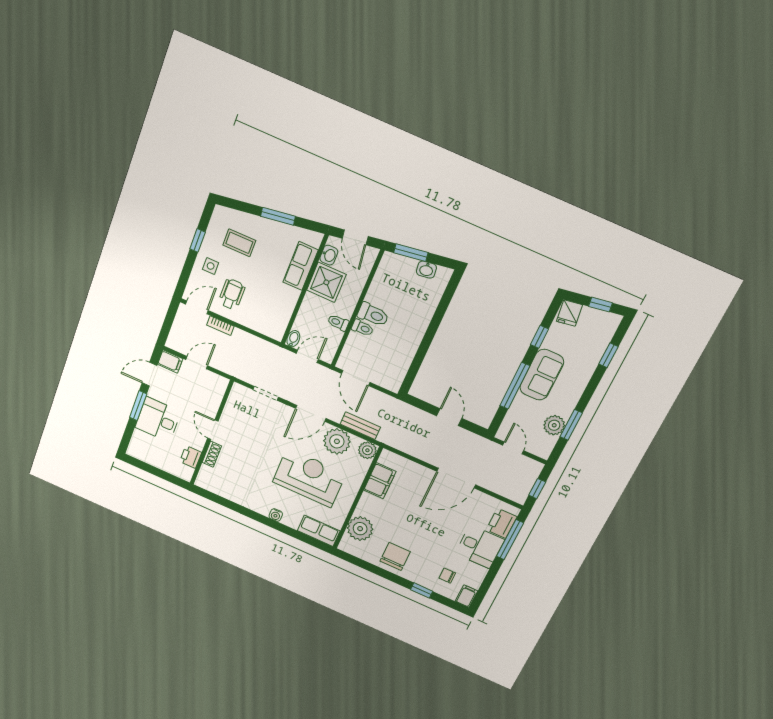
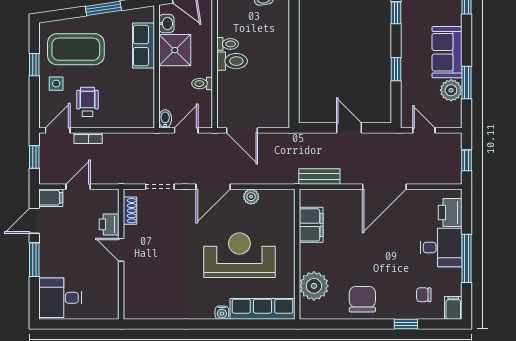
coffee table: (239, 243) -> (76, 49), width x1.86, depth x1.72
window: (168, 321) -> (34, 157), added
toilet: (363, 328) -> (228, 44), moved
sofa: (542, 375) -> (447, 52), moved, turned 180
window: (515, 386) -> (396, 69), width x0.46
desk: (158, 420) -> (60, 298), moved
bench: (360, 426) -> (319, 176), moved
plant: (337, 441) -> (251, 197), width x0.53, depth x0.53
plant: (367, 450) -> (285, 199), removed
shoe rack: (212, 454) -> (130, 211), moved
printer: (191, 457) -> (109, 224), moved
row of seats: (319, 531) -> (263, 309), width x1.48
window: (510, 540) -> (467, 258), moved

